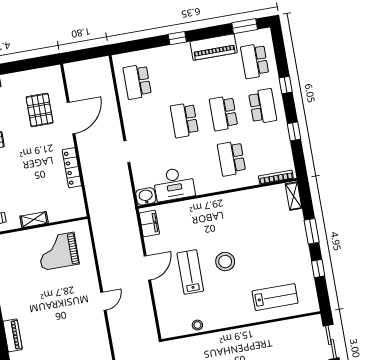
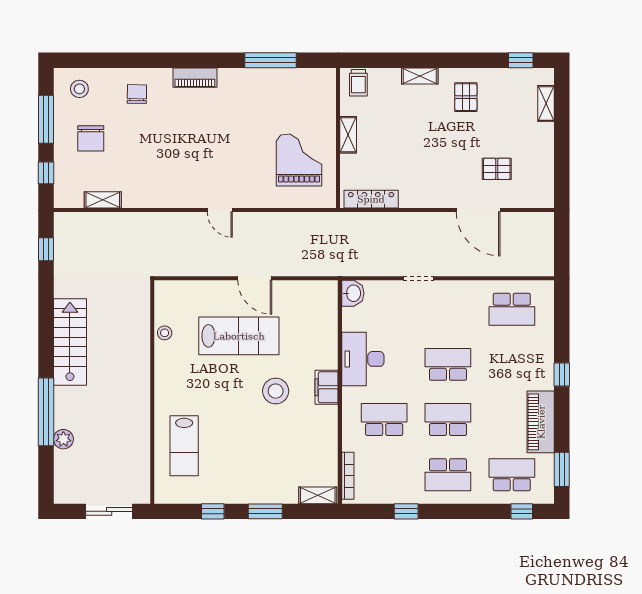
school desk: (137, 82) -> (512, 309), turned 180
window: (286, 85) -> (522, 511), moved
pallet: (40, 110) -> (497, 169), width x0.67, depth x0.71
locker: (72, 168) -> (371, 199), moved
desk: (174, 184) -> (363, 359), moved
filing cabinet: (149, 224) -> (327, 387), moved, turned 90
stool: (225, 262) -> (276, 391), moved
lab bench: (190, 272) -> (239, 336), width x1.36, depth x1.39

